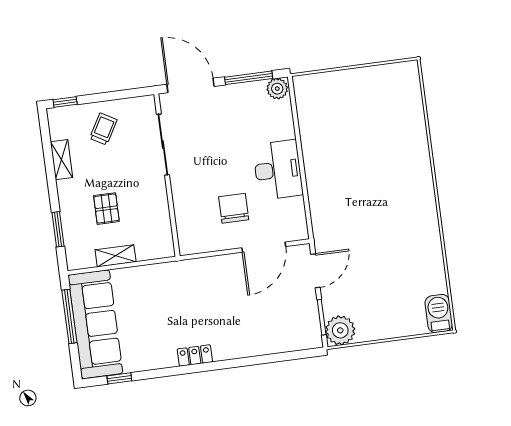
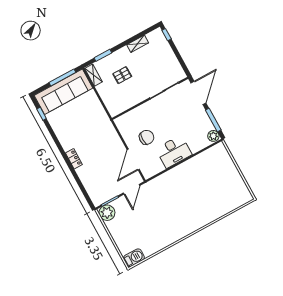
trolley: (103, 129) -> (161, 59), removed
door: (264, 247) -> (133, 159), hinge flipped
shelving: (116, 256) -> (93, 75), moved
door: (315, 271) -> (131, 189), hinge flipped
locker: (195, 356) -> (74, 159), moved

